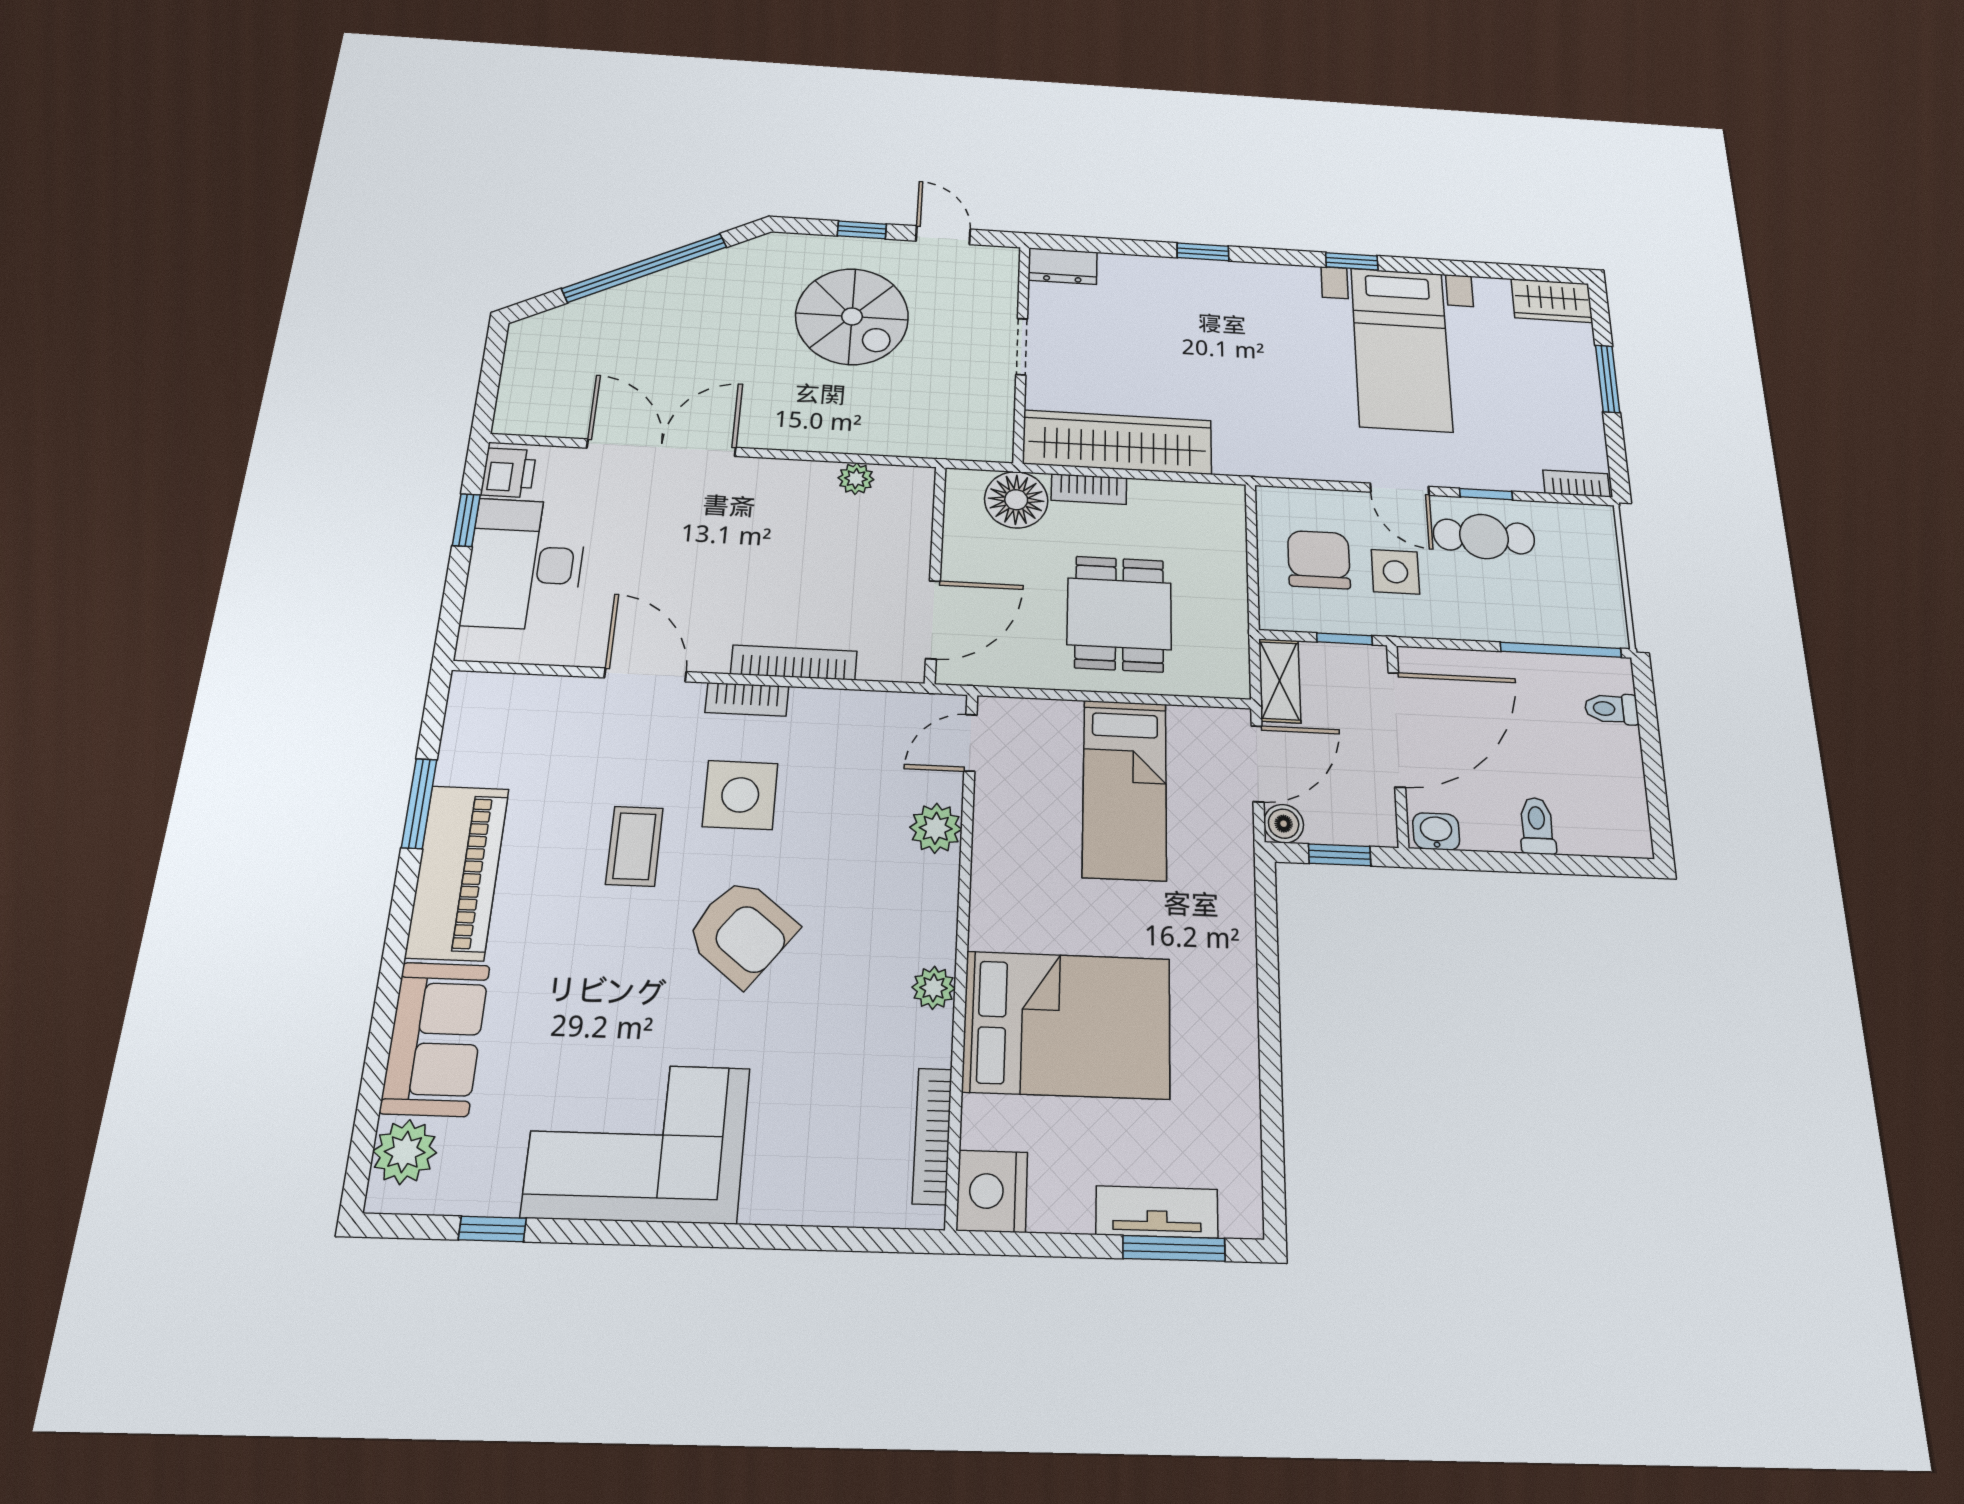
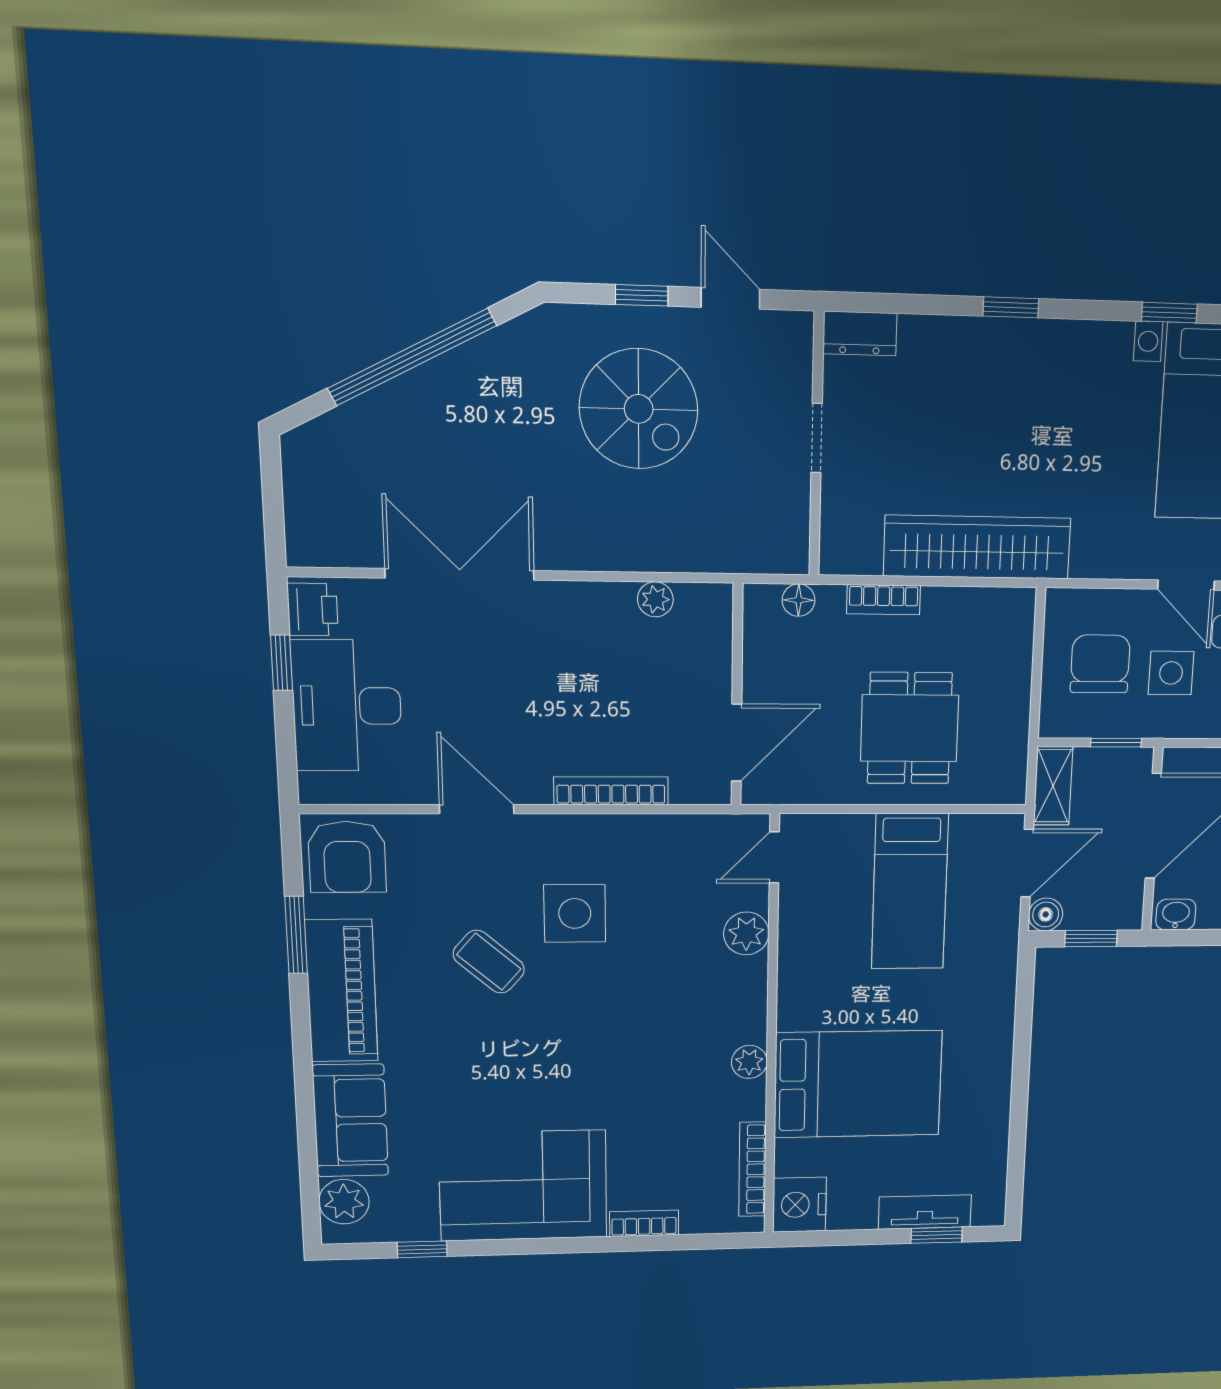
wardrobe: (1117, 442) -> (977, 547), moved
floor lamp: (1016, 500) -> (799, 600), width x0.53, depth x0.53
bookcase: (747, 699) -> (644, 1223), moved, turned 180
coffee table: (634, 846) -> (489, 962), turned -49
armchair: (742, 932) -> (347, 857), moved, turned 52
window: (1174, 1248) -> (937, 1235), width x0.67

